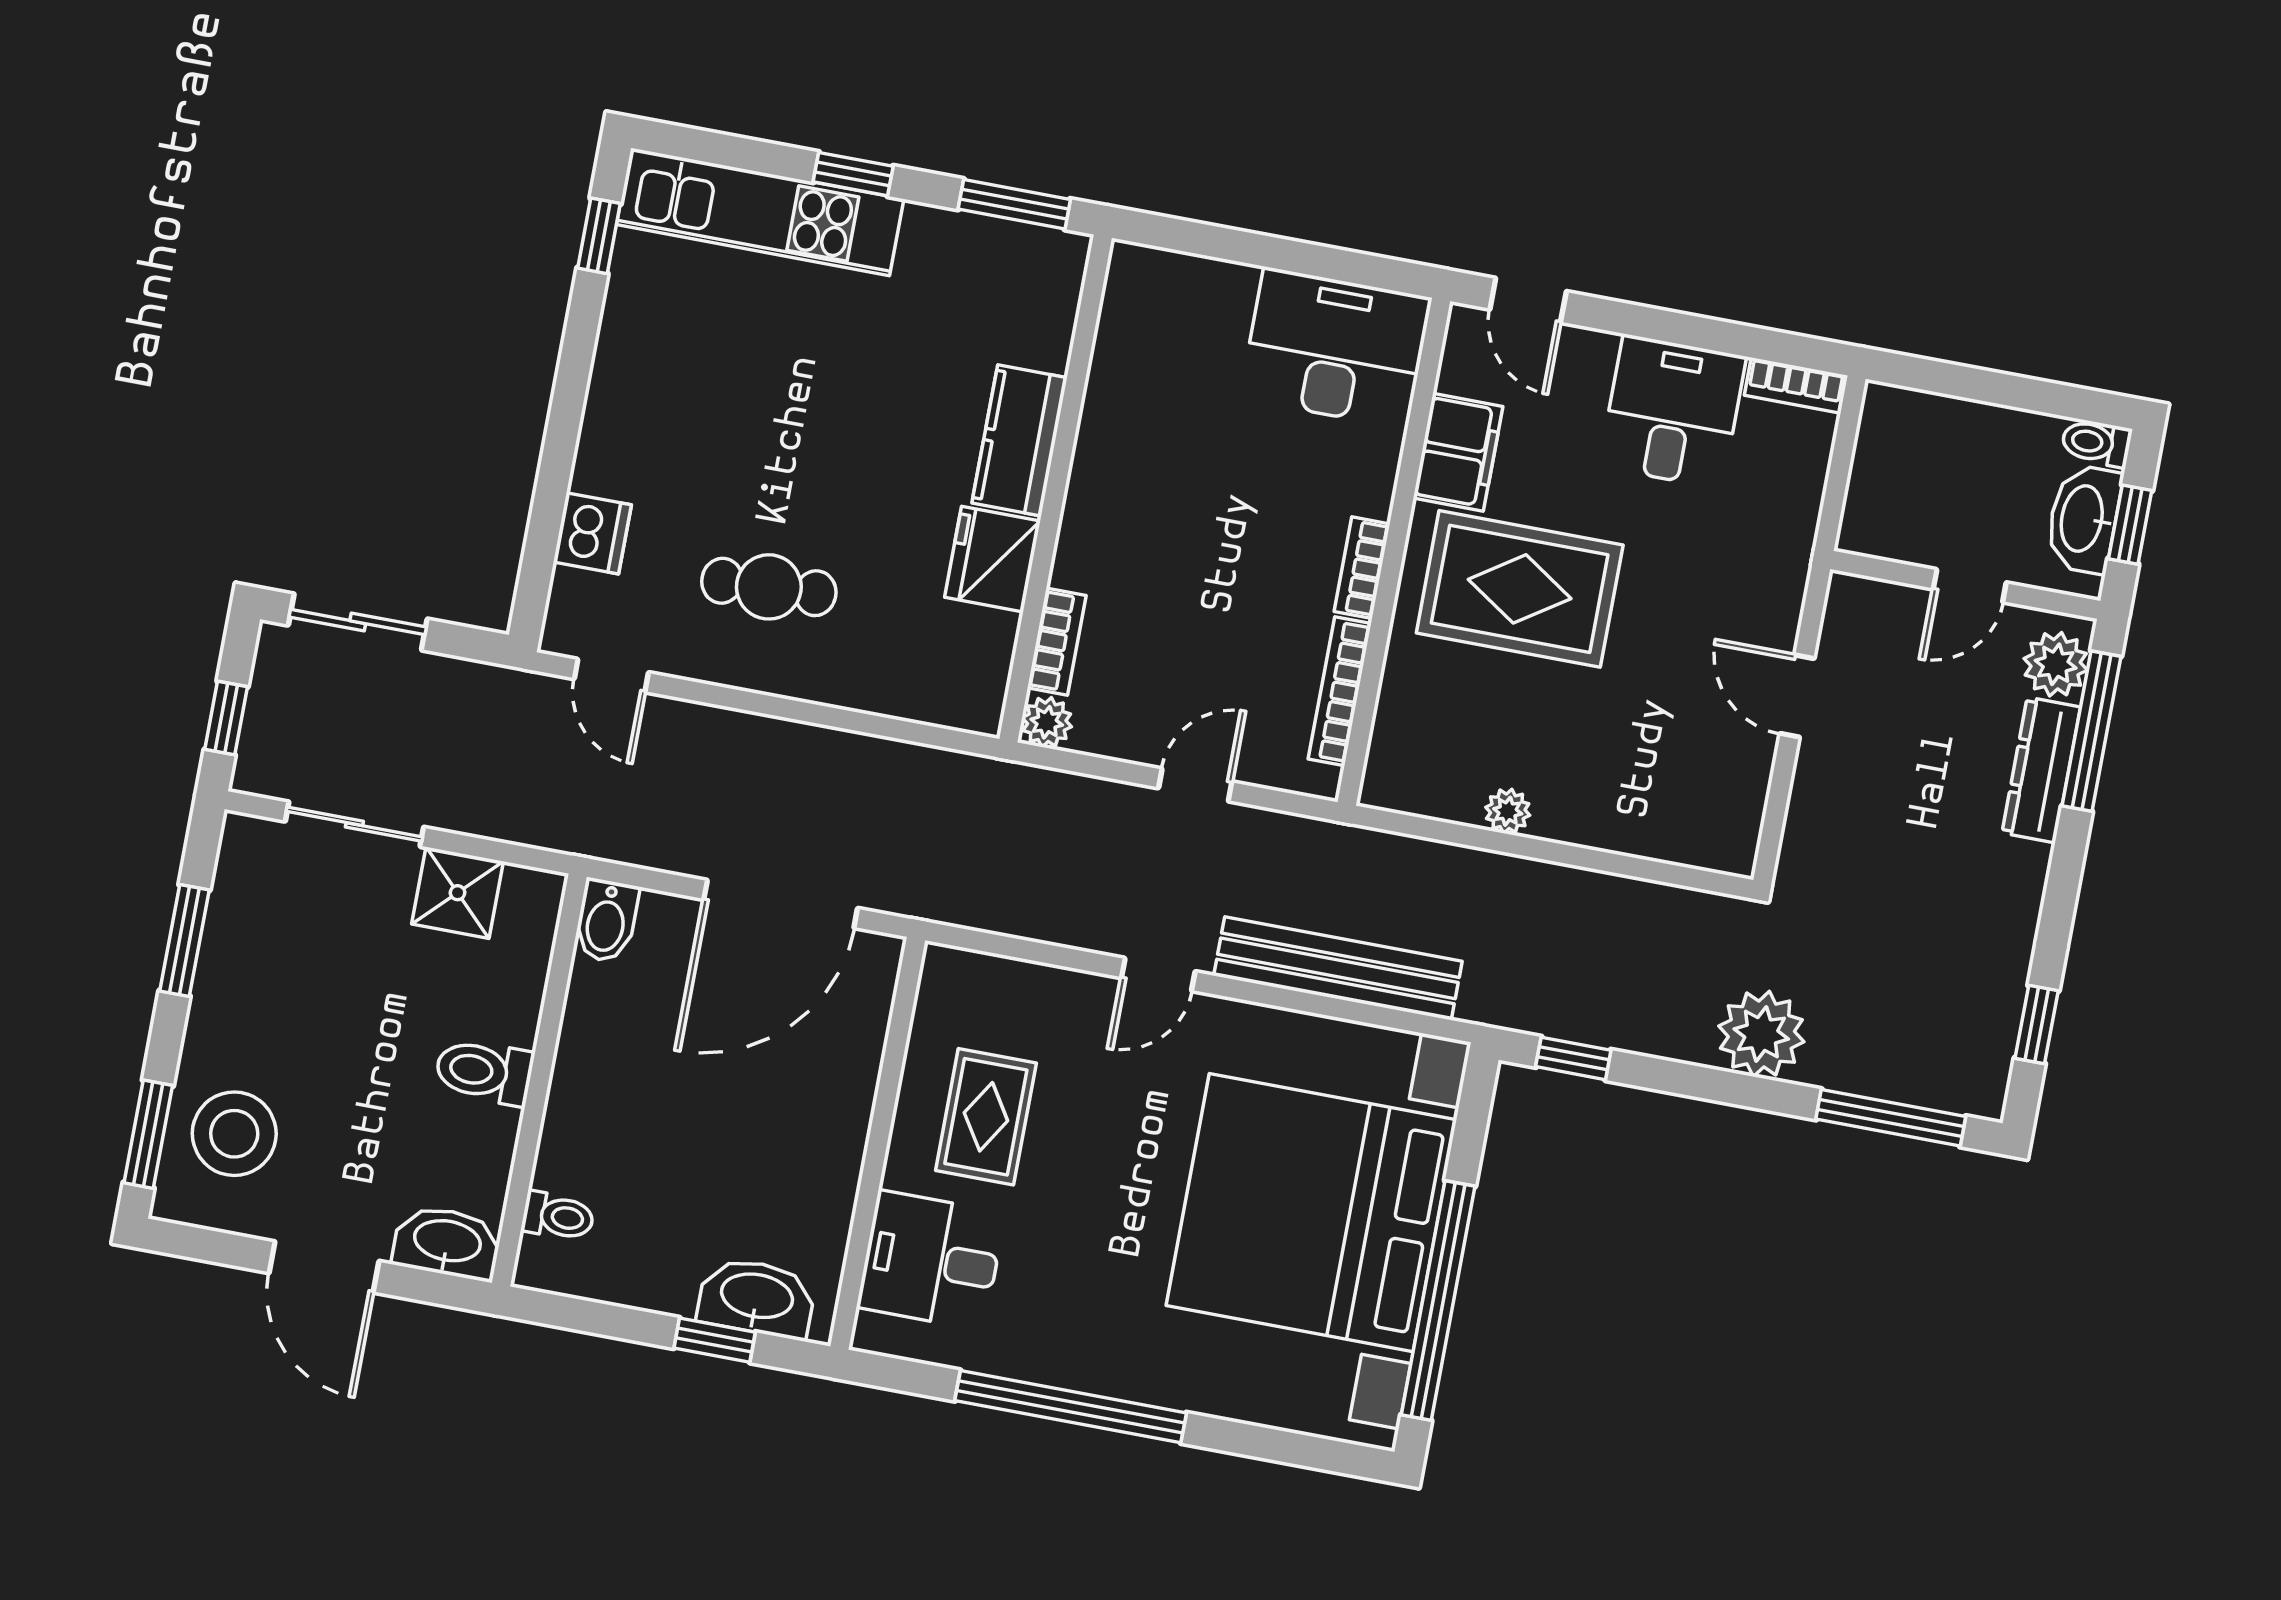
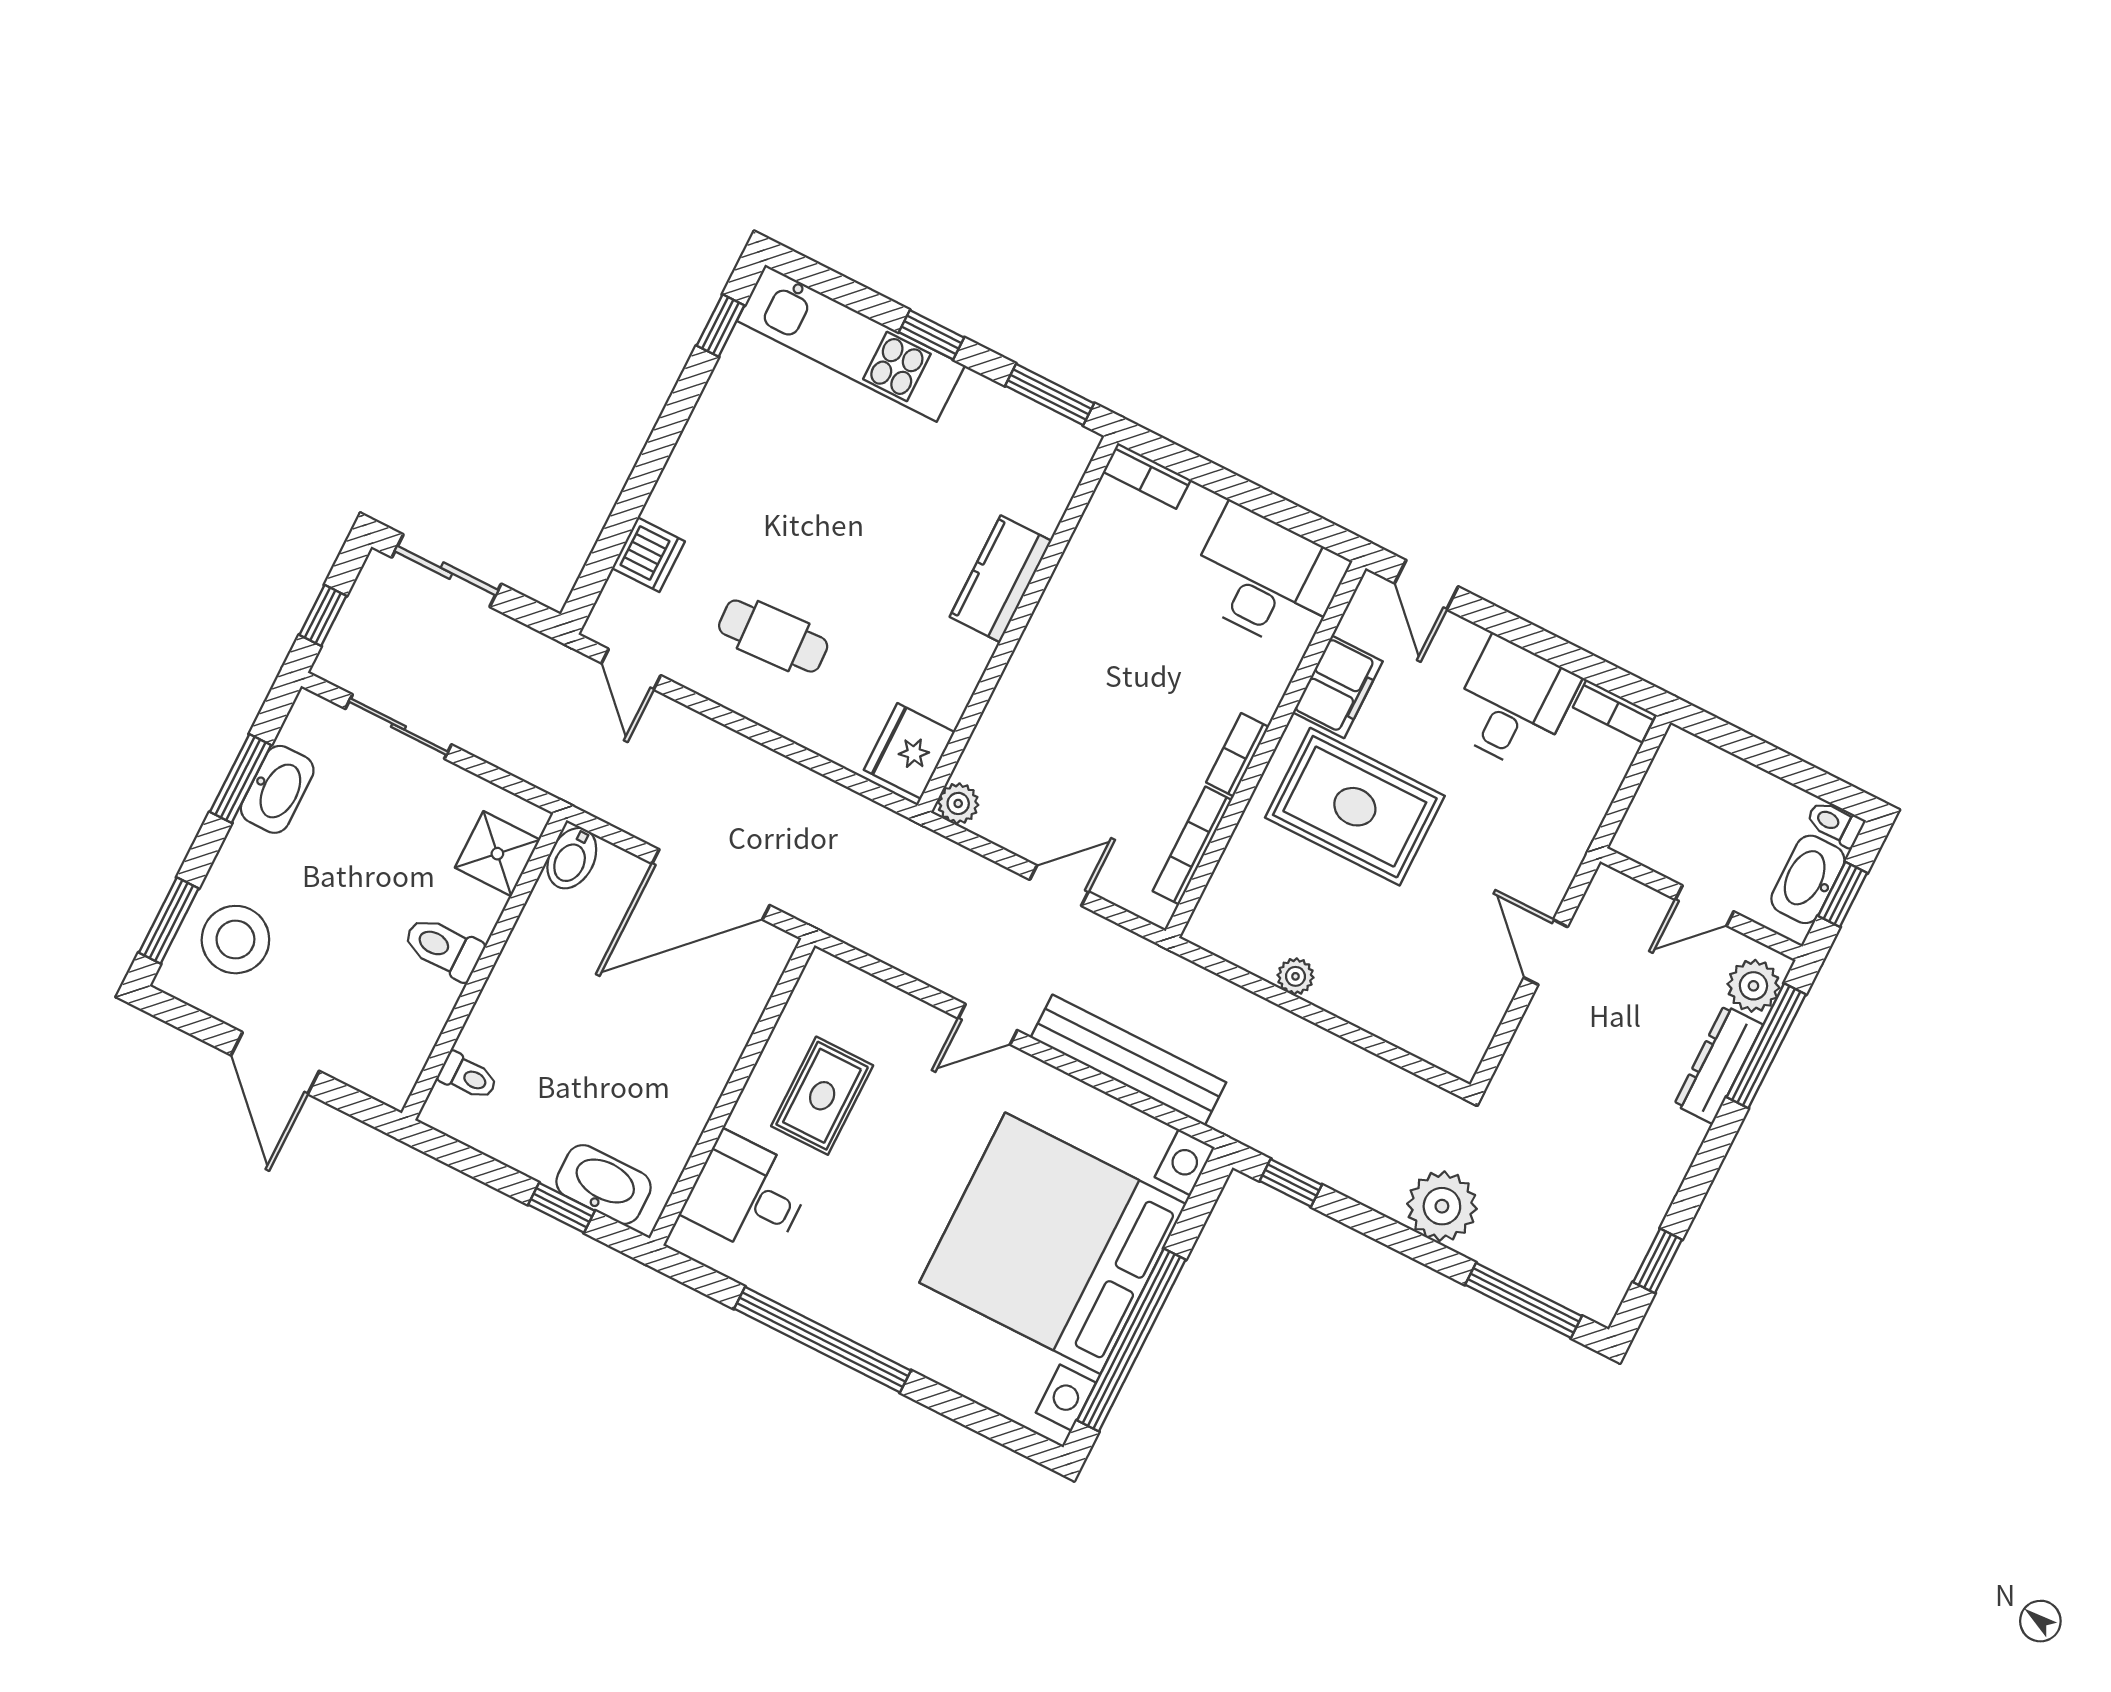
fridge: (992, 559) -> (909, 751), moved
bookcase: (1057, 642) -> (1147, 476), moved, turned 90
shower: (457, 893) -> (497, 854), moved
washbasin: (447, 1243) -> (277, 789), moved, turned 90

